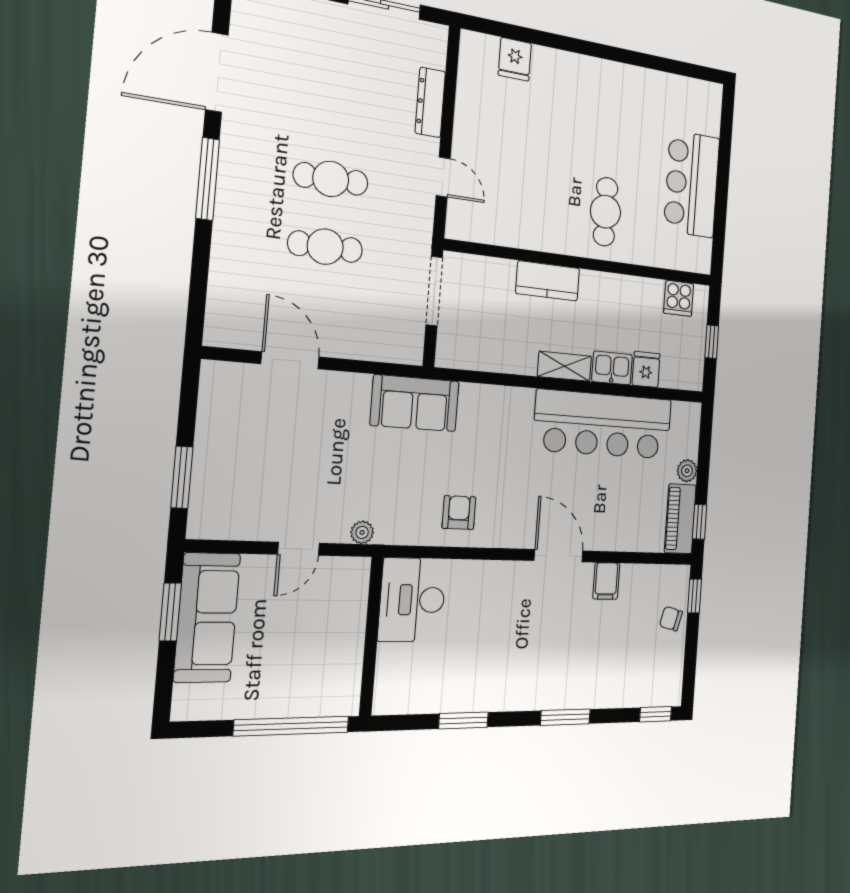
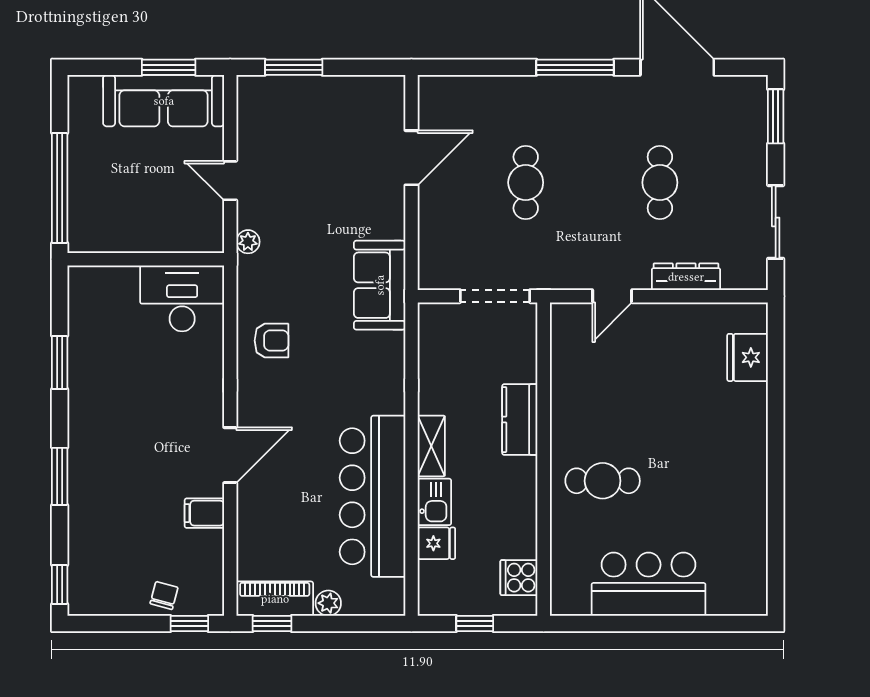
fridge: (515, 59) -> (748, 357), width x1.38
cafe table: (331, 179) -> (660, 183), moved

